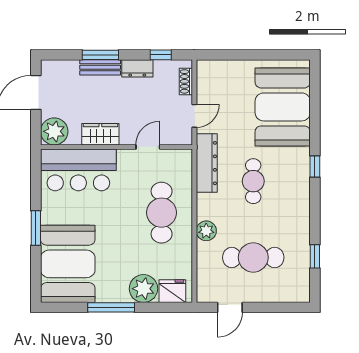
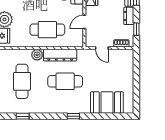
booth: (283, 107) -> (107, 103), width x0.73, depth x0.70
door: (148, 147) -> (84, 22), swing flipped
dresser: (207, 163) -> (60, 55), moved
cafe table: (253, 181) -> (65, 81), width x1.37, depth x1.35

